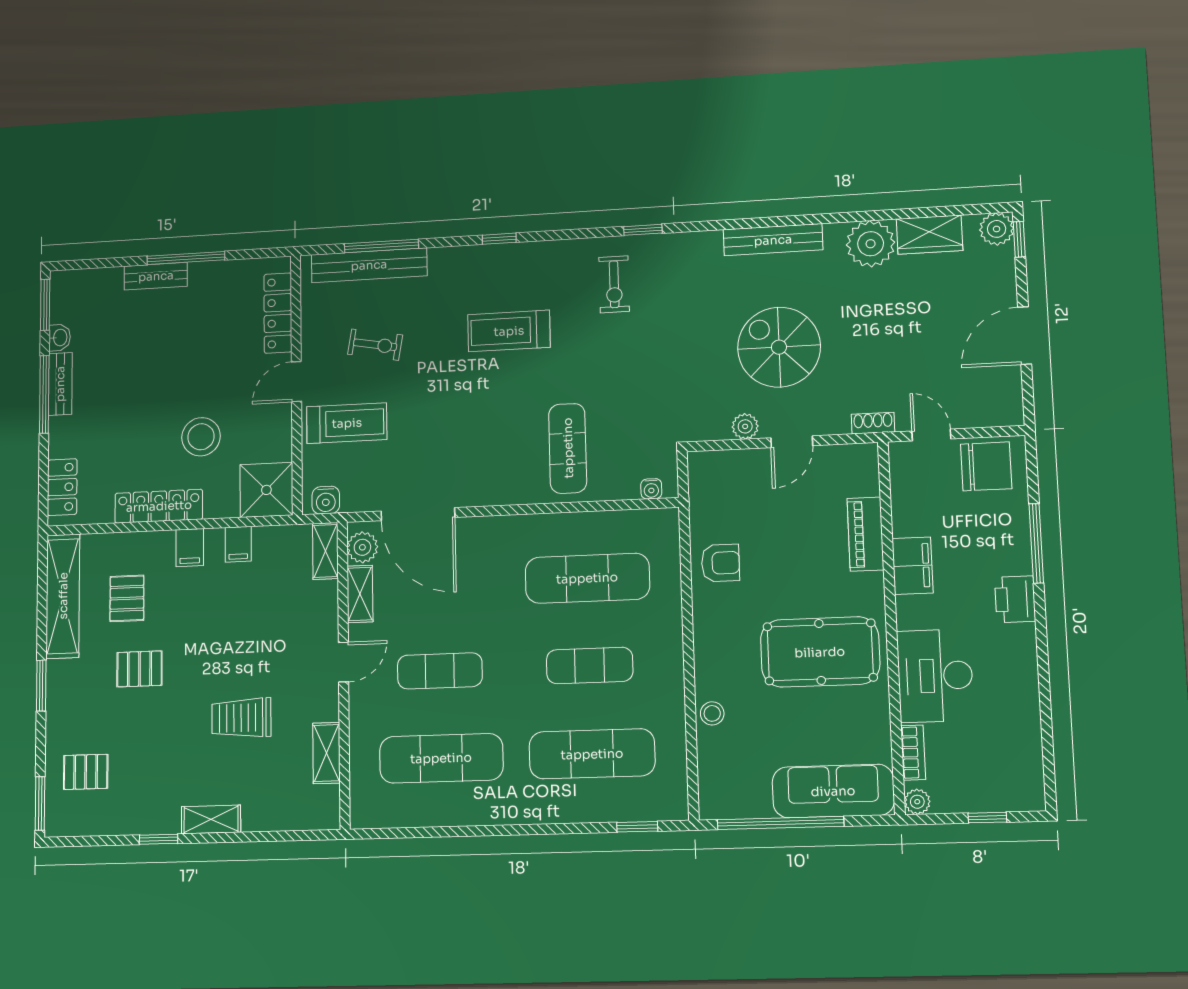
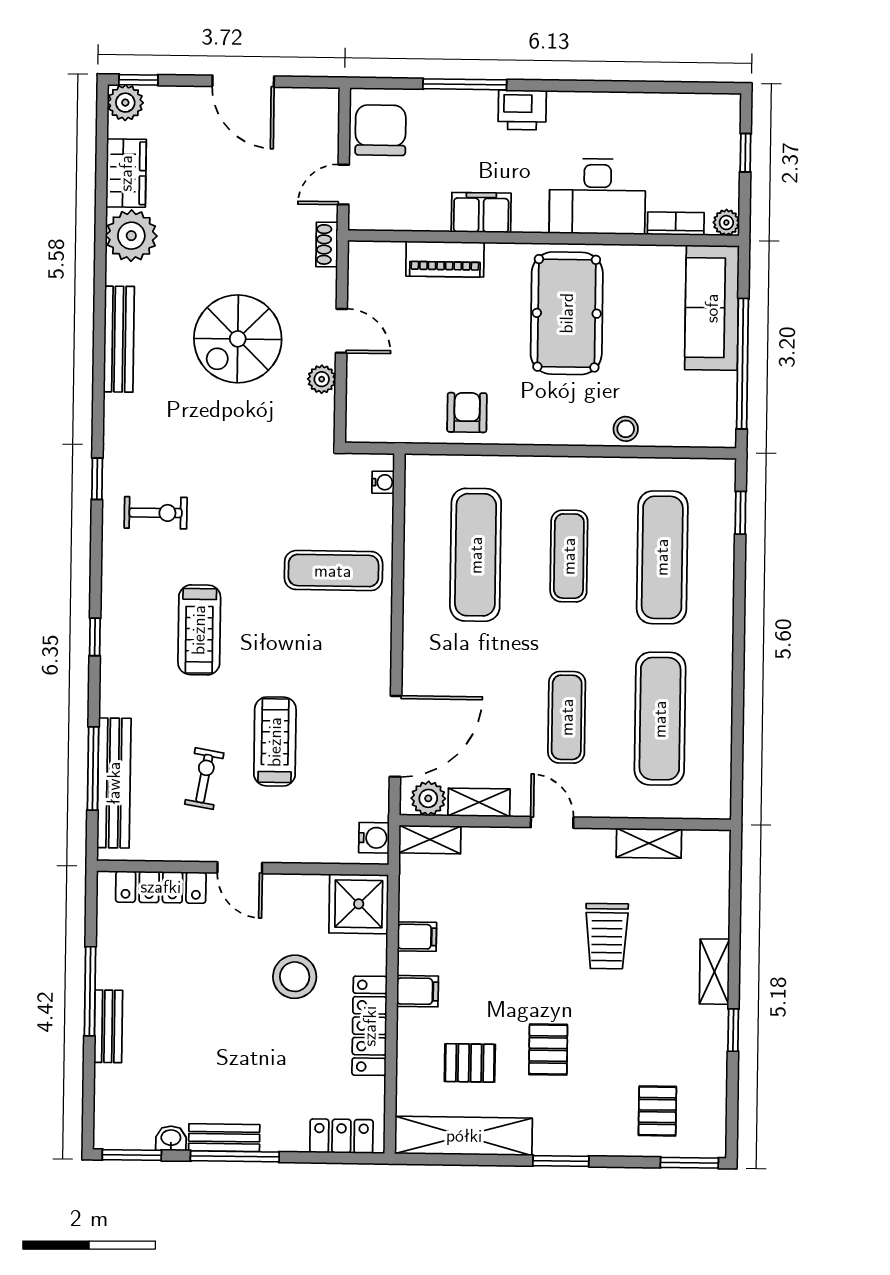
treadmill: (347, 423) -> (275, 742), moved

